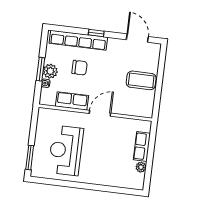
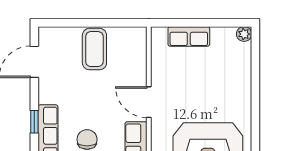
plant: (141, 167) -> (244, 34), moved

